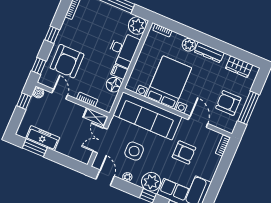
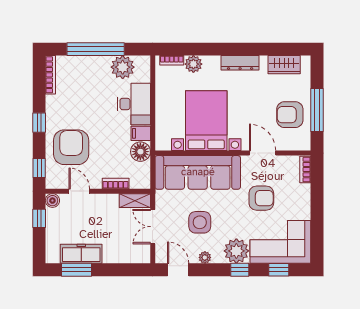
plant: (137, 26) -> (123, 67), moved
plant: (189, 45) -> (193, 64), moved
armchair: (67, 61) -> (71, 147), turned 180

